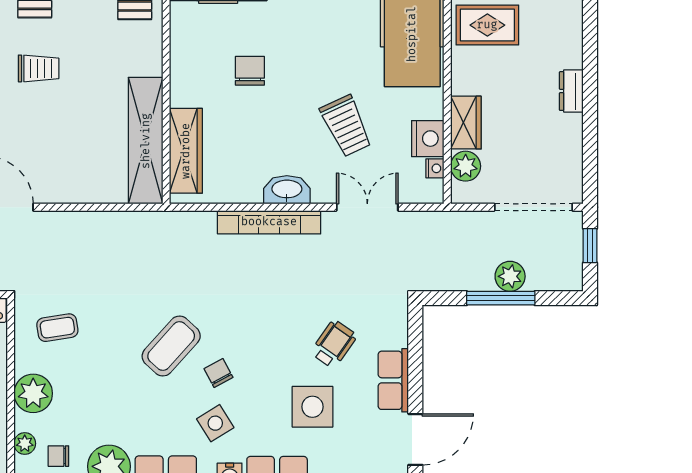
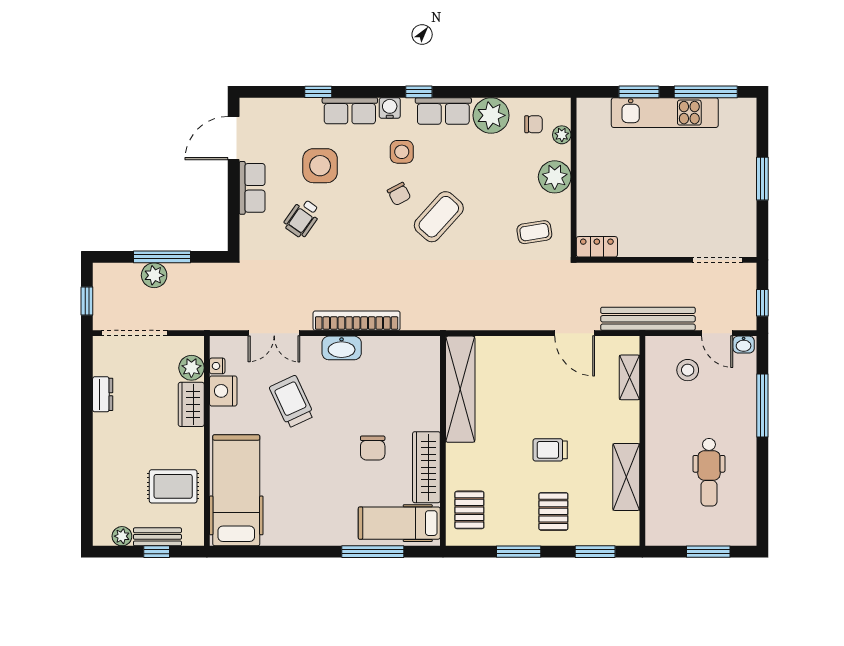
dresser: (571, 91) -> (103, 394), moved
wardrobe: (186, 151) -> (426, 467), moved
side table: (215, 423) -> (402, 152), turned 32

